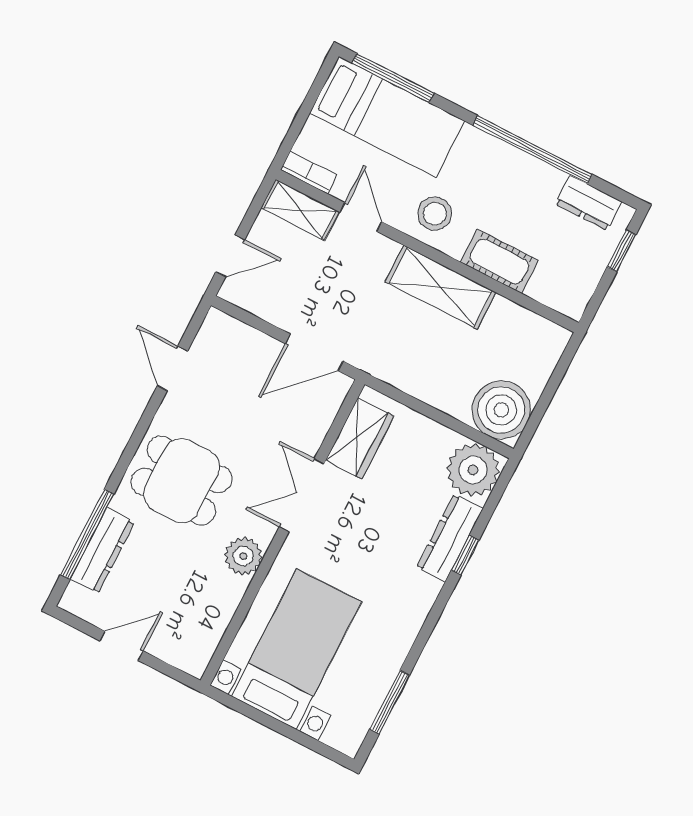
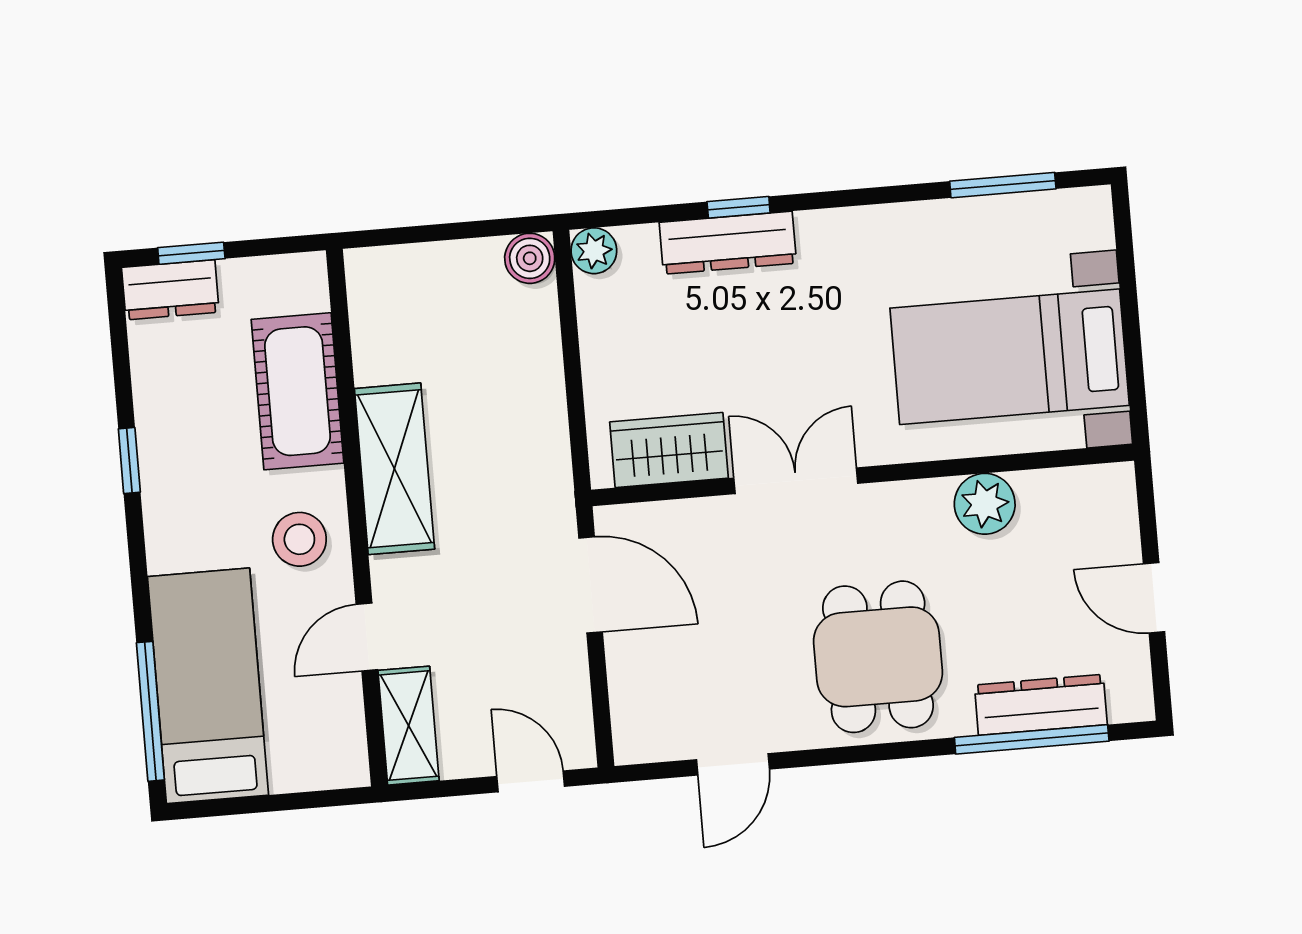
window: (532, 150) -> (129, 460), width x0.32
bookcase: (309, 172) -> (351, 746), removed
dresser: (589, 203) -> (170, 290), moved, turned 90
cot: (499, 261) -> (297, 391), width x1.37, depth x1.34
boiler: (501, 410) -> (530, 258), width x0.54, depth x0.54
plant: (473, 470) -> (594, 251), width x0.53, depth x0.53
double door: (302, 495) -> (796, 481), swing flipped
plant: (243, 556) -> (985, 504), moved

